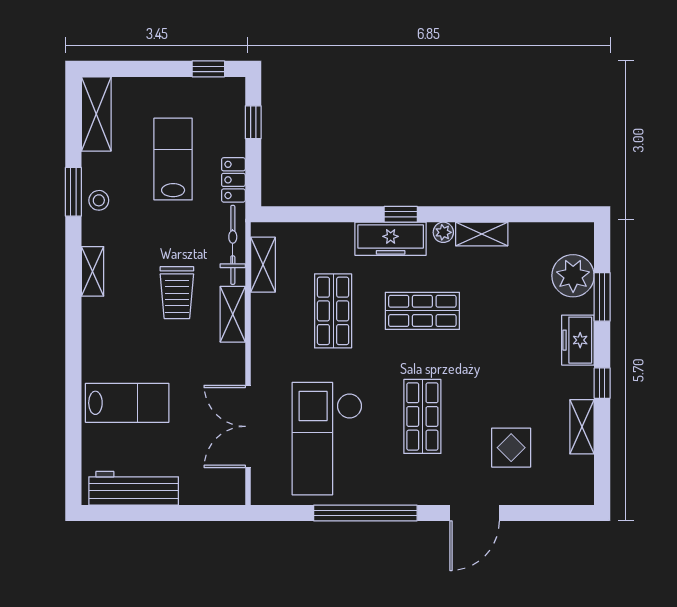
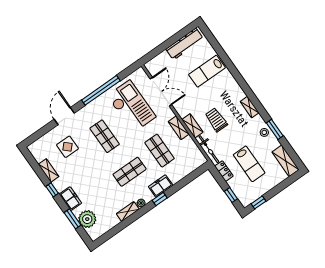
freezer: (391, 239) -> (161, 186), width x0.71
shelving: (263, 265) -> (179, 128), moved

